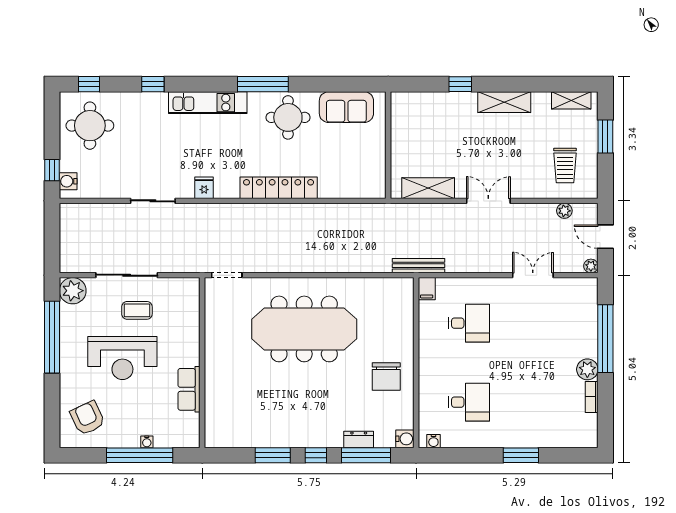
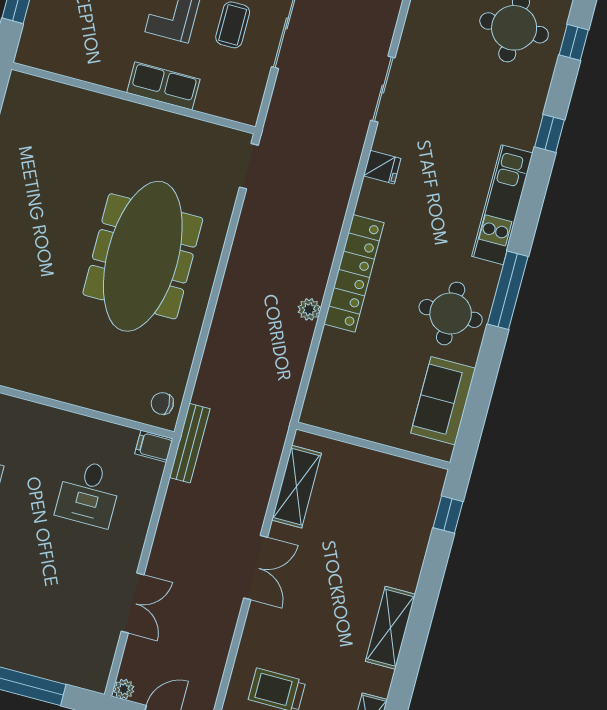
window: (460, 84) -> (448, 515), moved
plant: (564, 211) -> (309, 309), moved
chair: (386, 377) -> (162, 403), moved, width x0.54, depth x0.54
row of seats: (189, 389) -> (163, 86), moved

